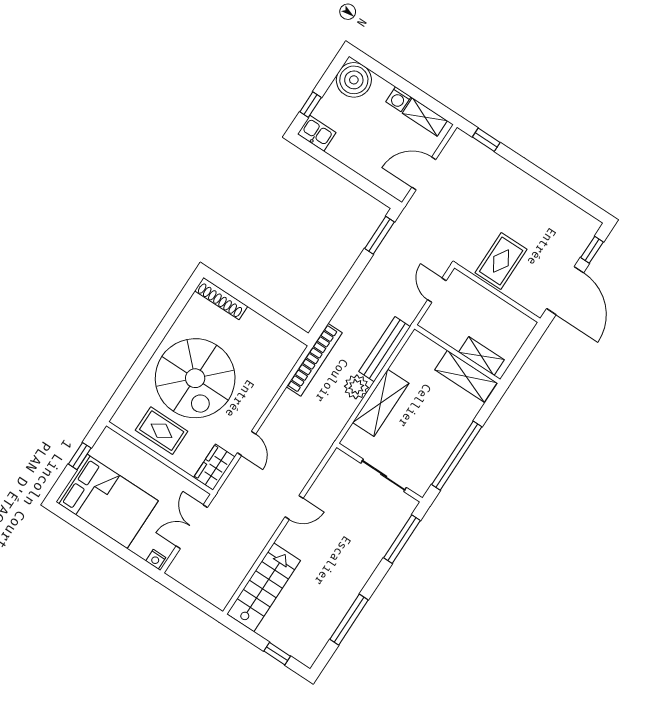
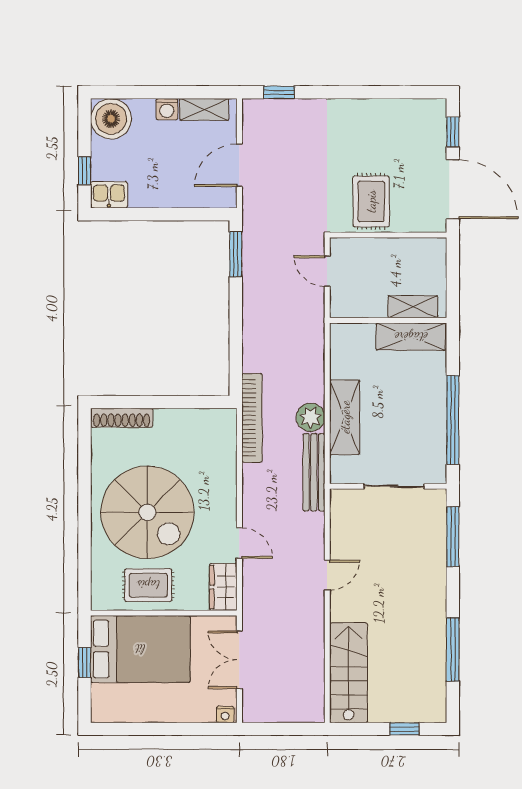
bench: (385, 349) -> (314, 472), moved
bed: (107, 501) -> (140, 649), moved

